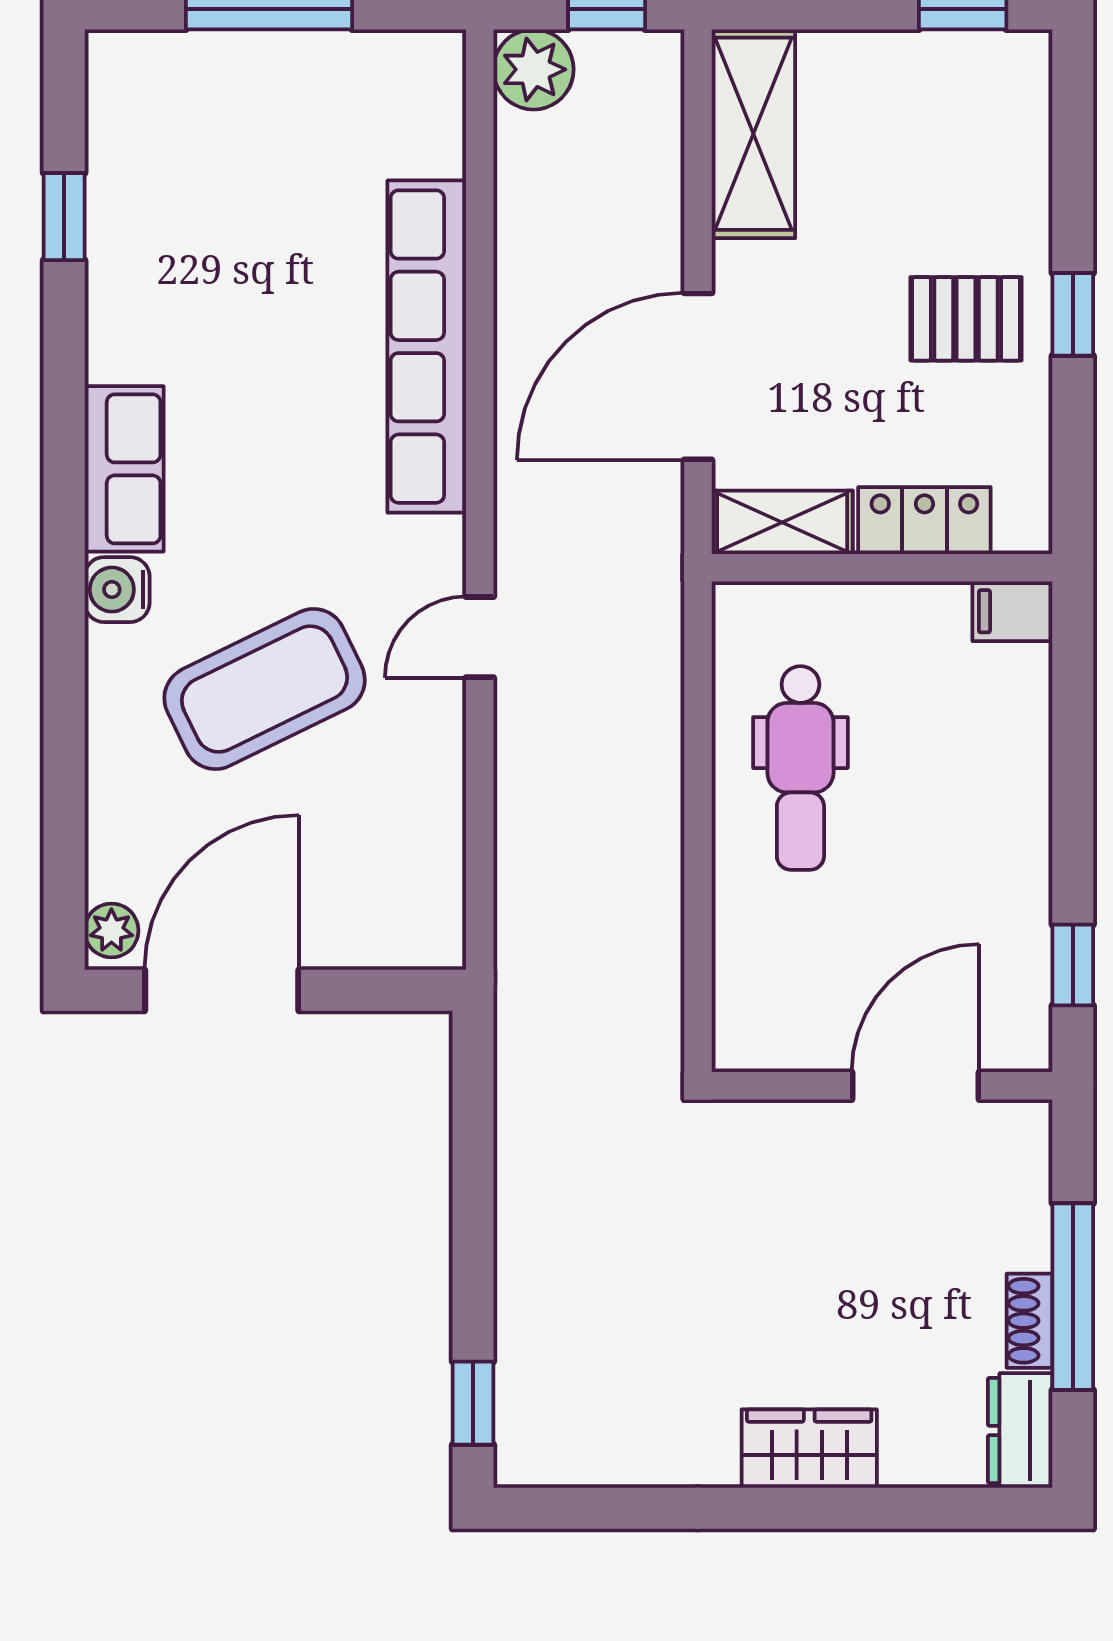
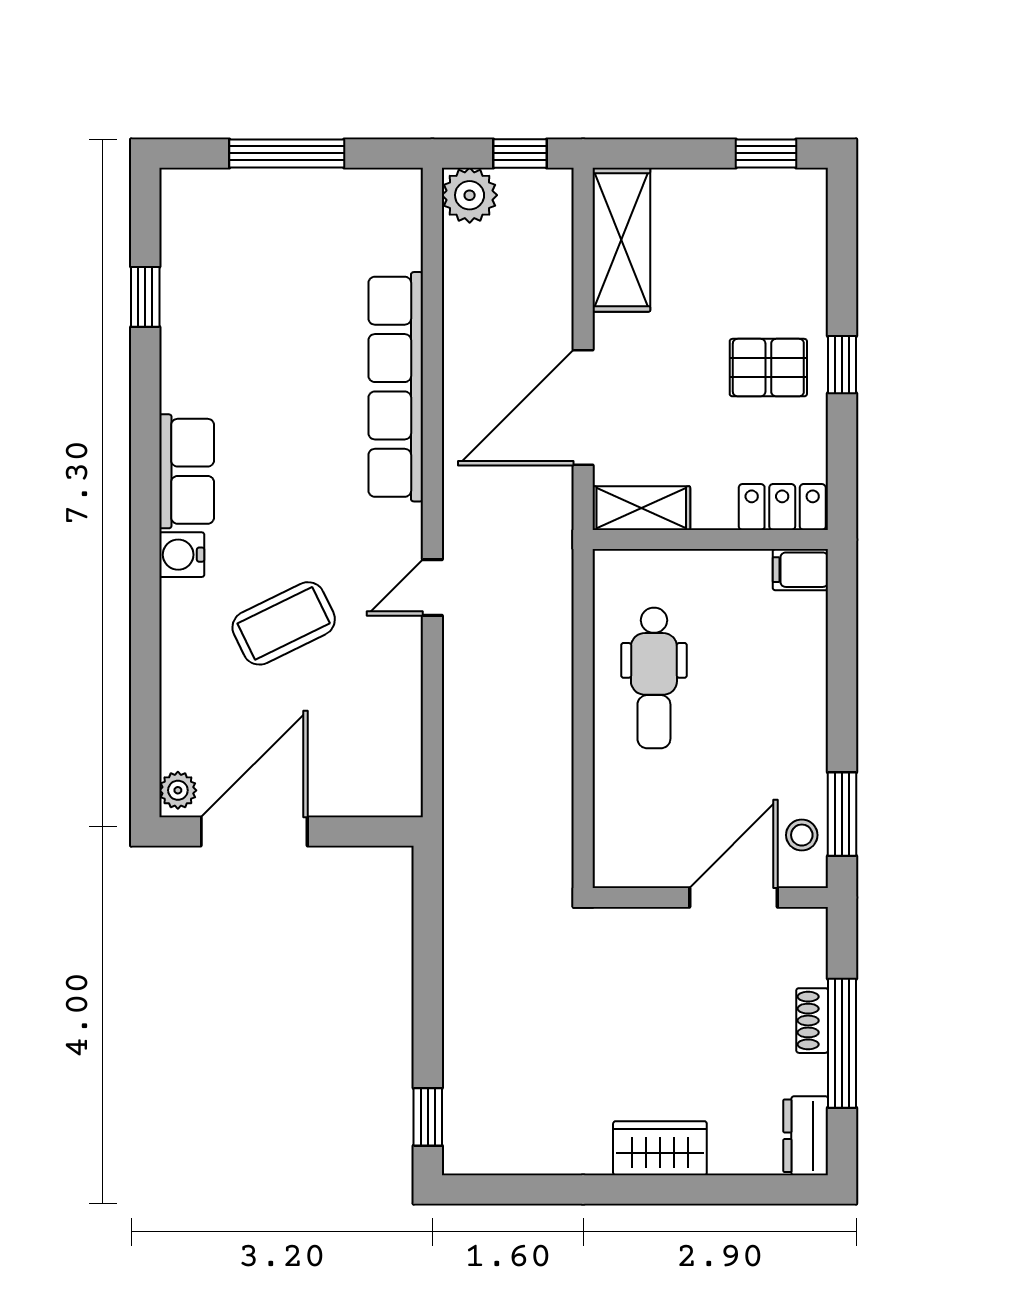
locker: (924, 521) -> (782, 507), moved
coffee table: (265, 689) -> (284, 623), width x0.73, depth x0.76
window: (1073, 965) -> (842, 814), width x1.50
stool: (1014, 995) -> (802, 835), added
shoe rack: (1029, 1321) -> (812, 1021), moved

